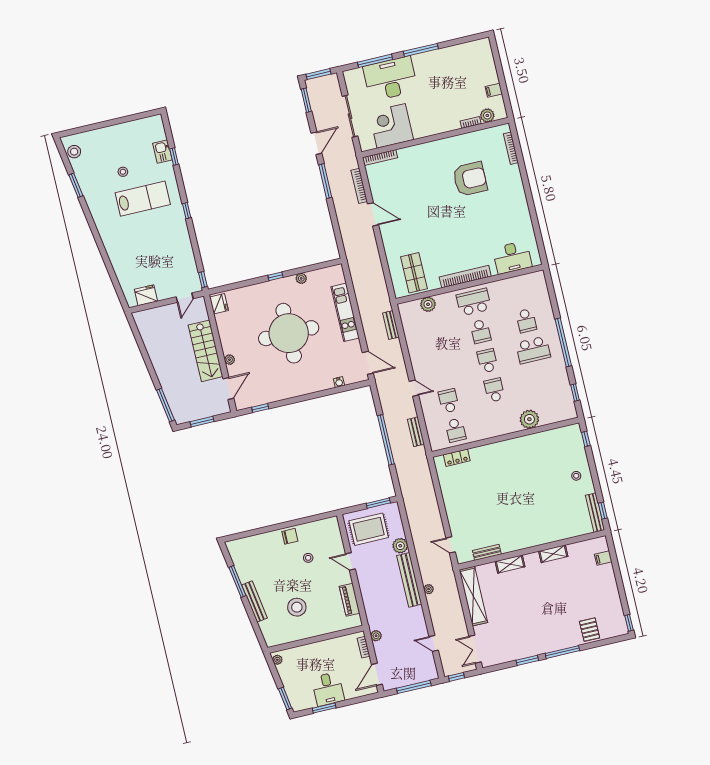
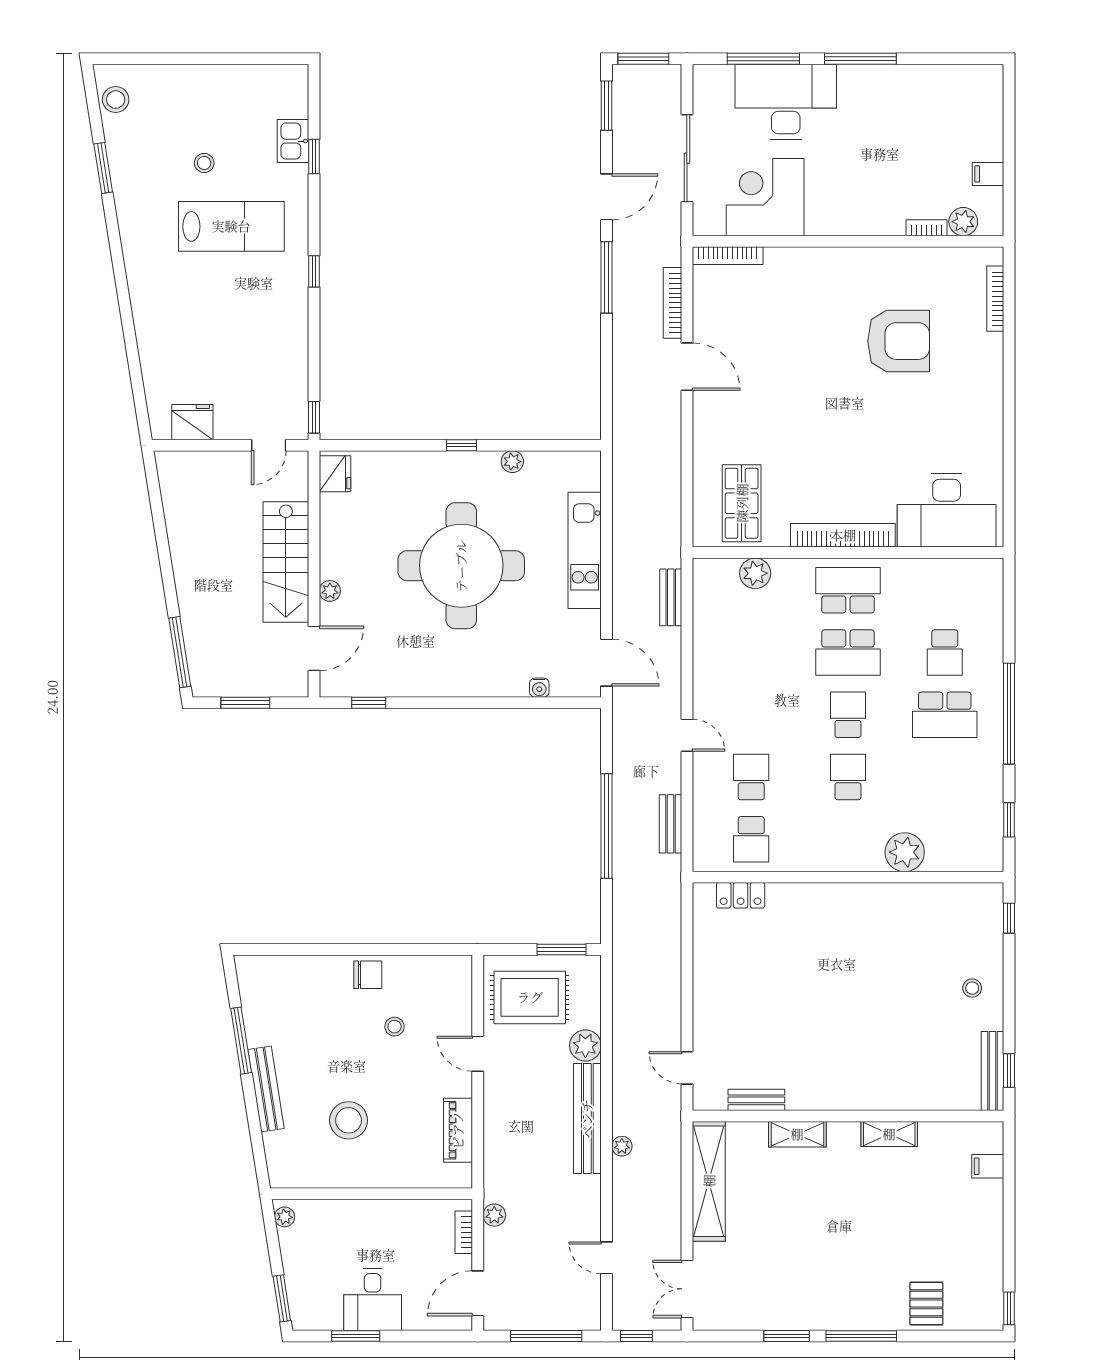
desk: (512, 257) -> (947, 510), width x1.36, depth x1.30
school desk: (481, 331) -> (848, 653), width x1.85

